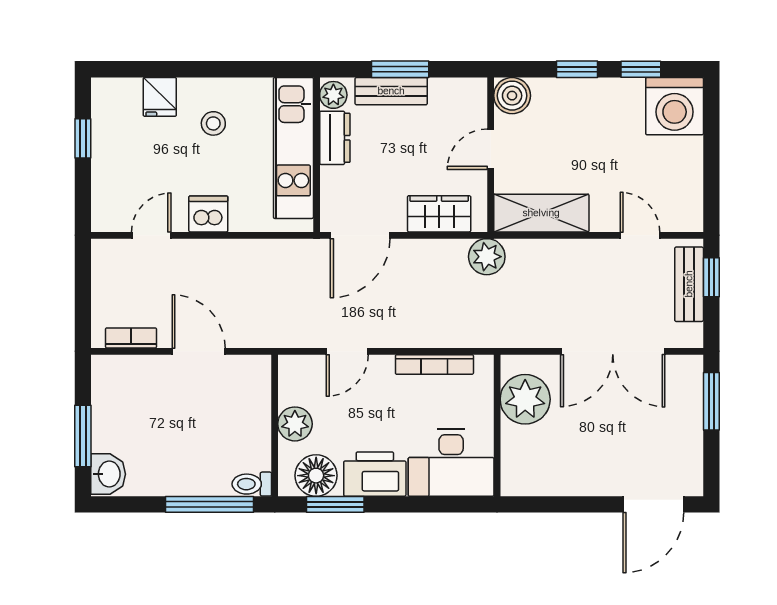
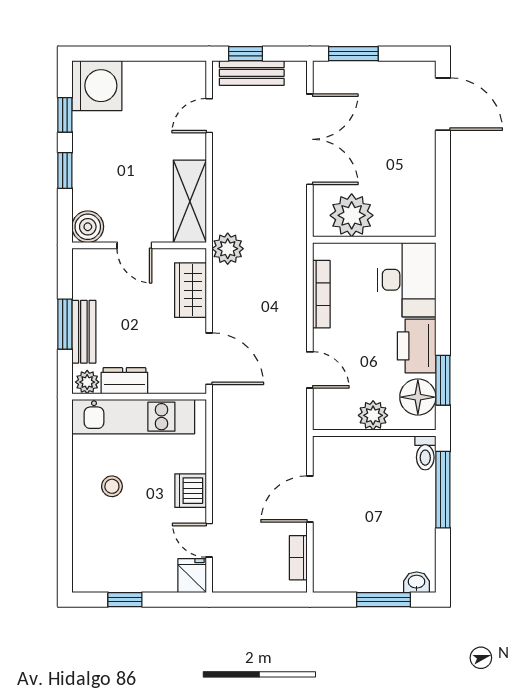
fridge: (160, 97) -> (192, 576), moved, turned -90
washbasin: (108, 474) -> (417, 582), width x0.72, depth x0.69

